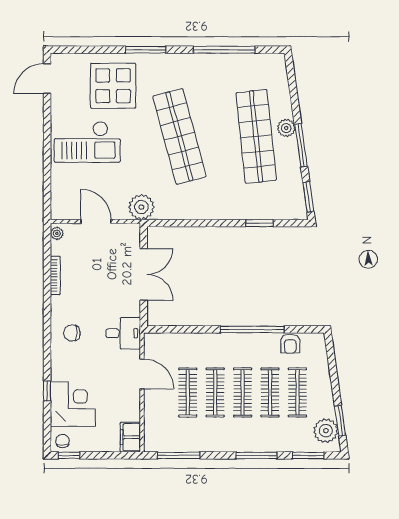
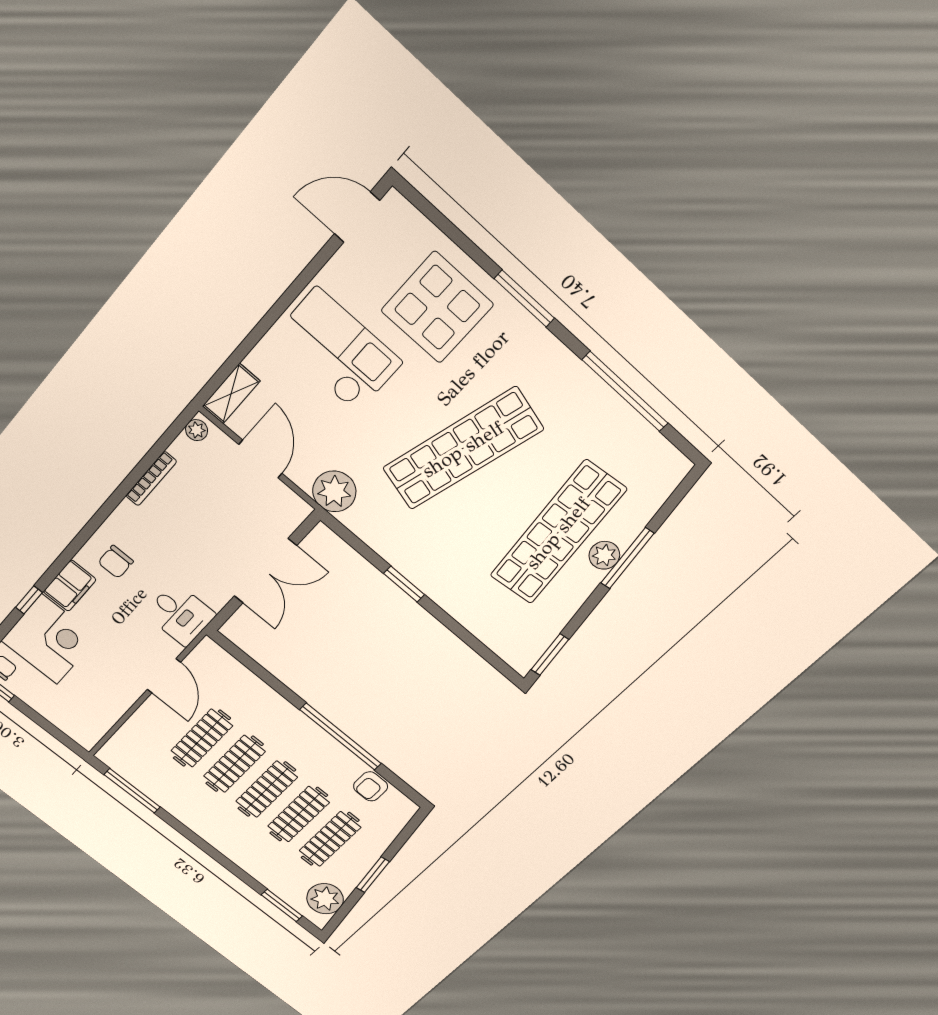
shop shelf: (179, 136) -> (463, 449), turned 30
checkout: (87, 142) -> (337, 350), turned 180
window: (301, 145) -> (627, 558), moved
shelving: (58, 202) -> (231, 394), added
window: (260, 223) -> (404, 584), moved
chair: (72, 333) -> (116, 562), turned -90
window: (340, 421) -> (373, 875), moved
filing cabinet: (130, 437) -> (70, 586), moved, turned 180
window: (257, 455) -> (223, 860), removed

